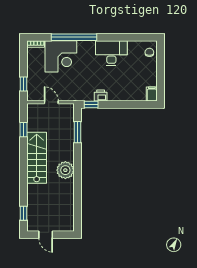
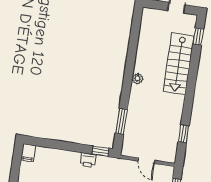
stairs: (37, 158) -> (179, 64), moved
plant: (65, 170) -> (137, 79), width x0.53, depth x0.53

